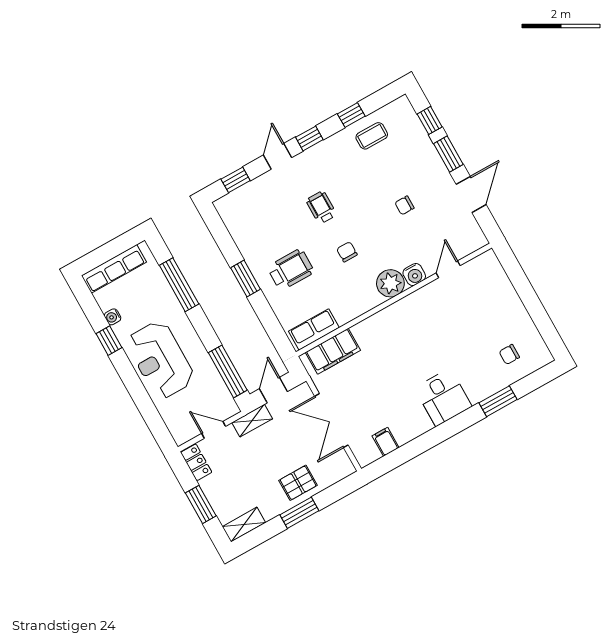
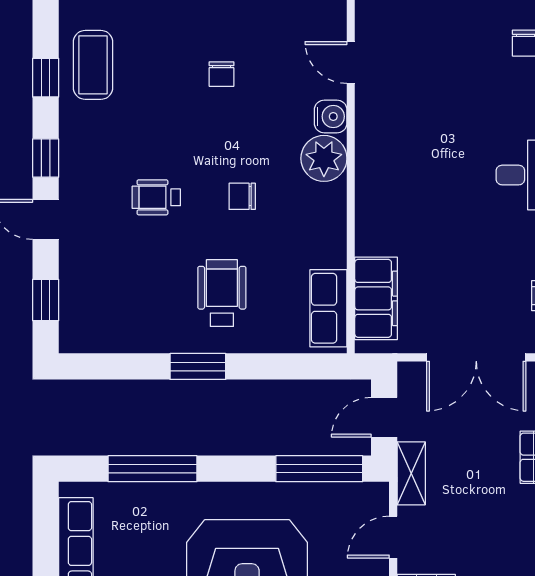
coffee table: (372, 136) -> (93, 65), width x1.36, depth x1.30
door: (273, 390) -> (384, 417), hinge flipped

